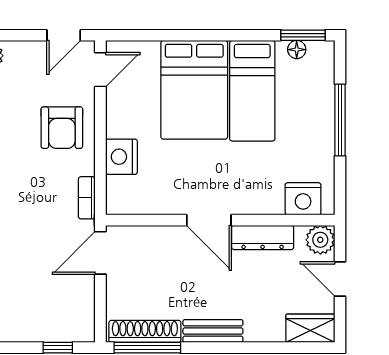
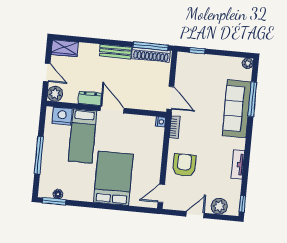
door: (64, 35) -> (195, 215), moved
bed: (252, 91) -> (83, 136), moved, turned 180
nightstand: (122, 157) -> (161, 122), moved, width x0.53, depth x0.56
dresser: (263, 237) -> (90, 98), width x0.70
door: (100, 253) -> (170, 98), hinge flipped

